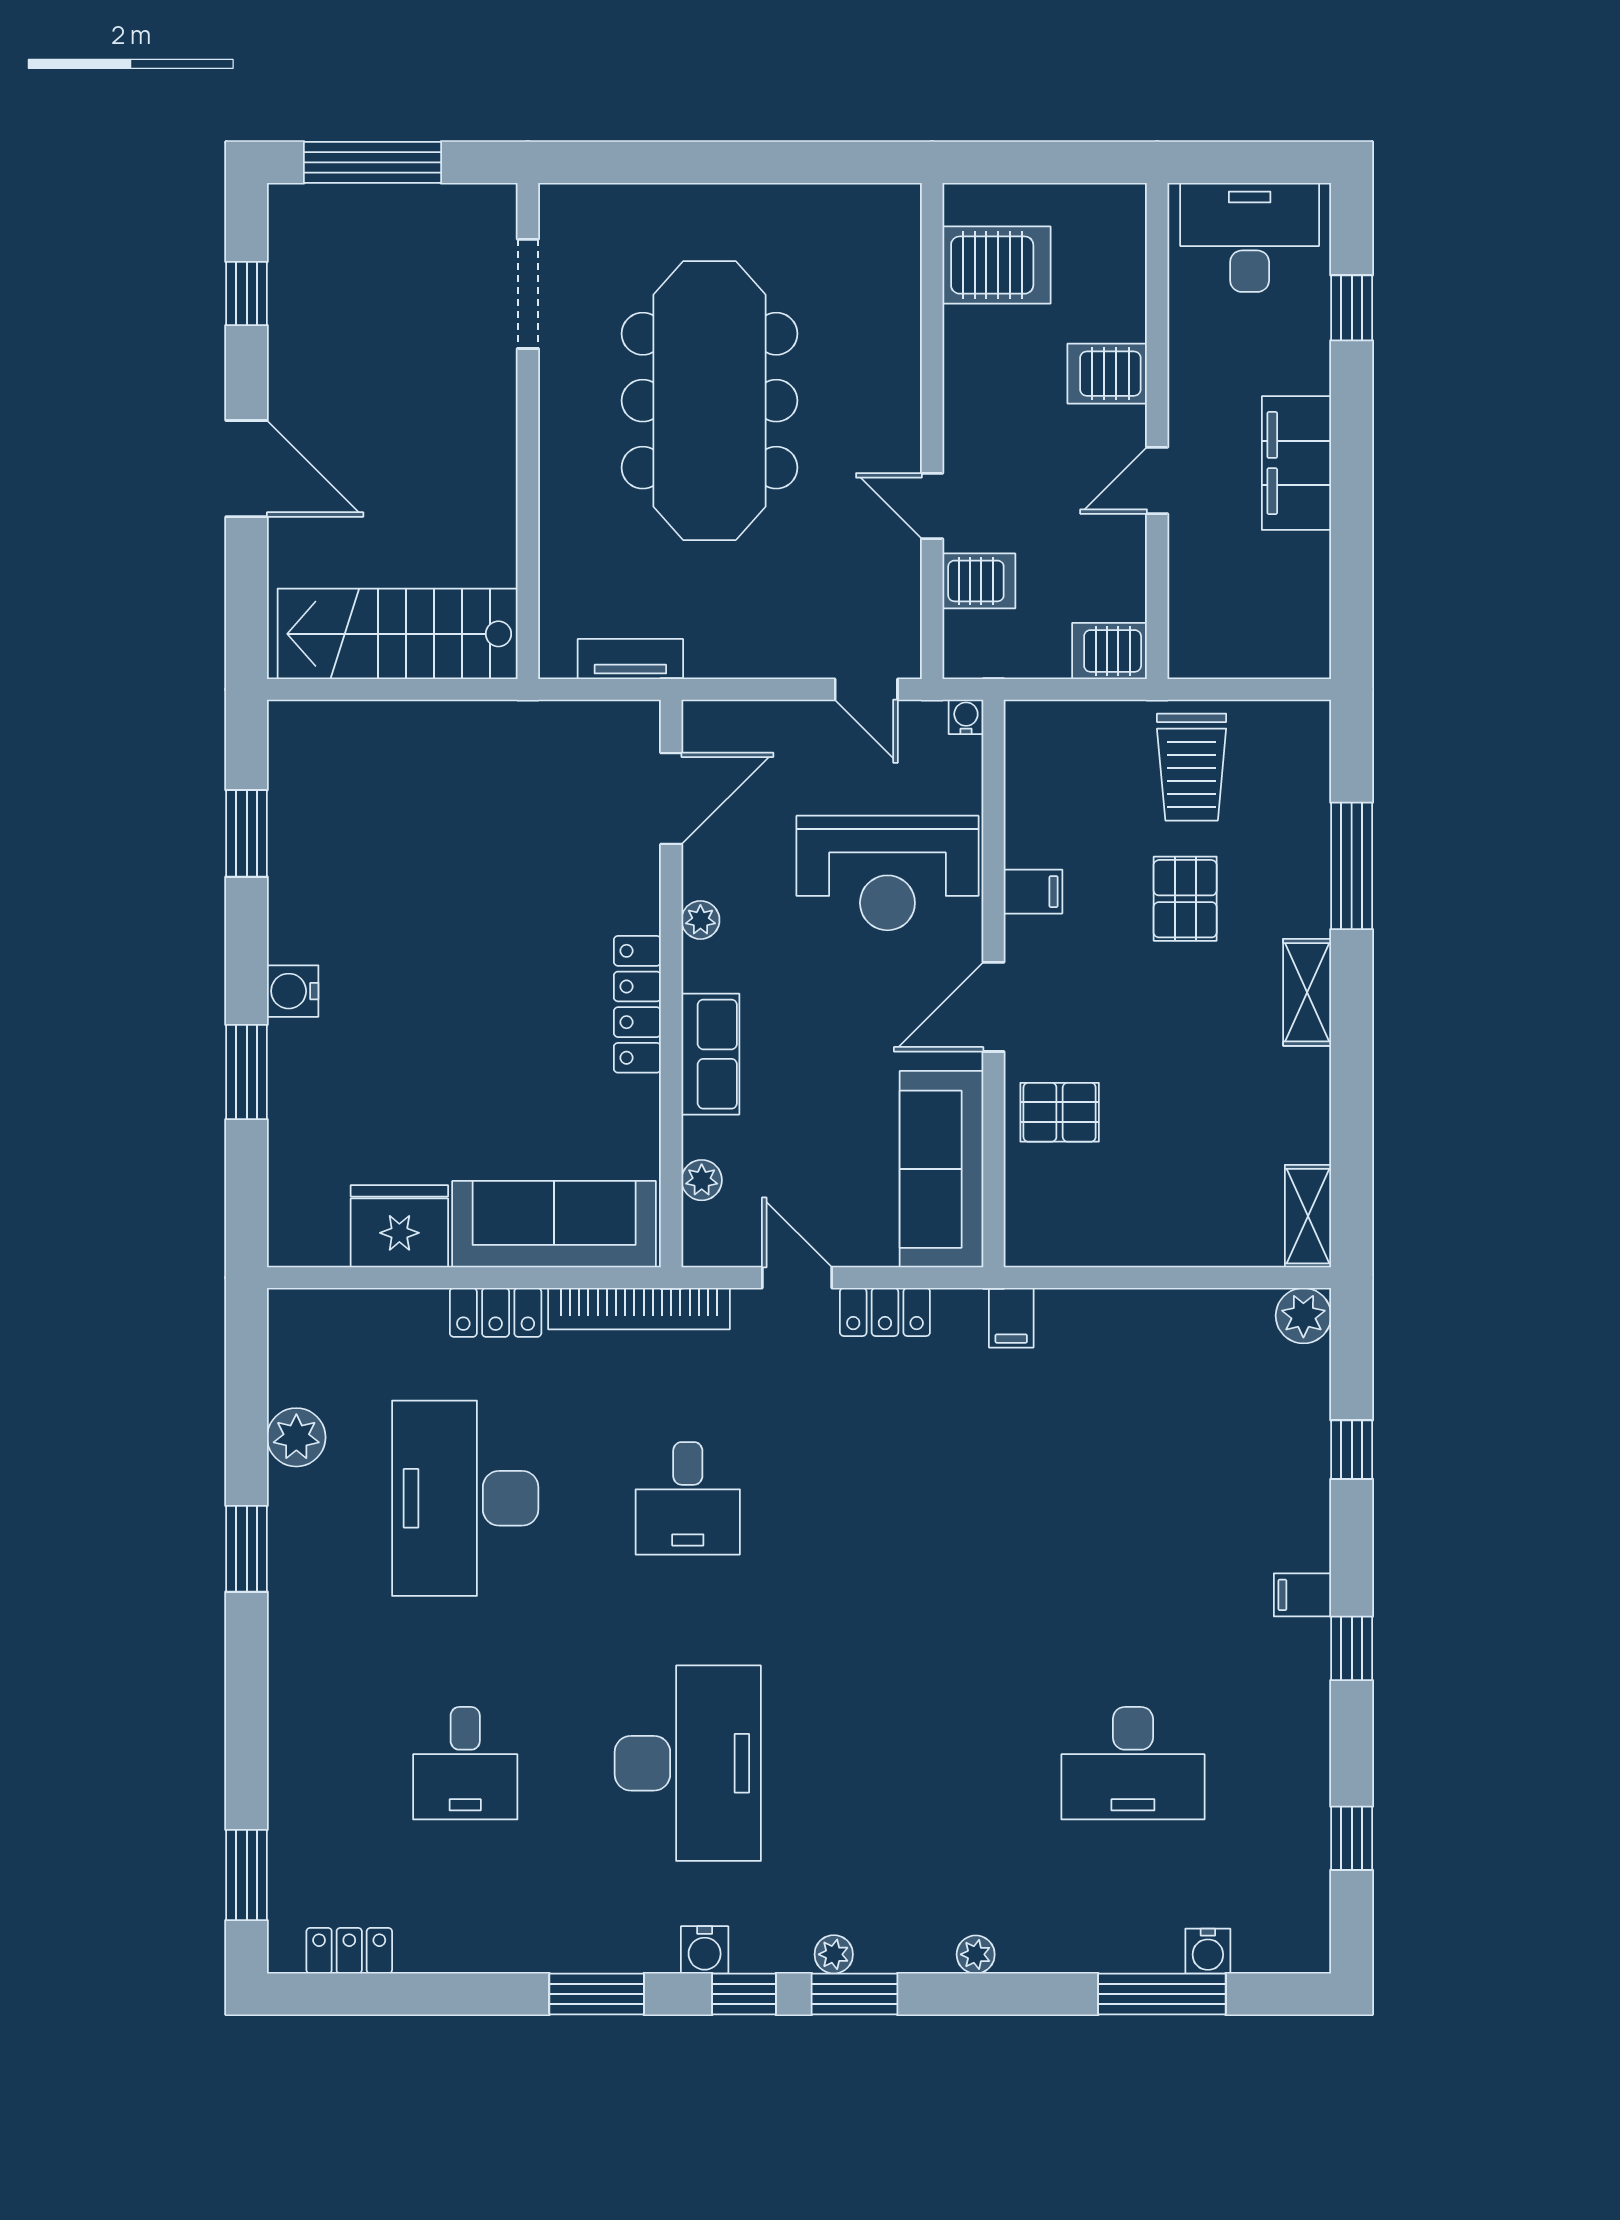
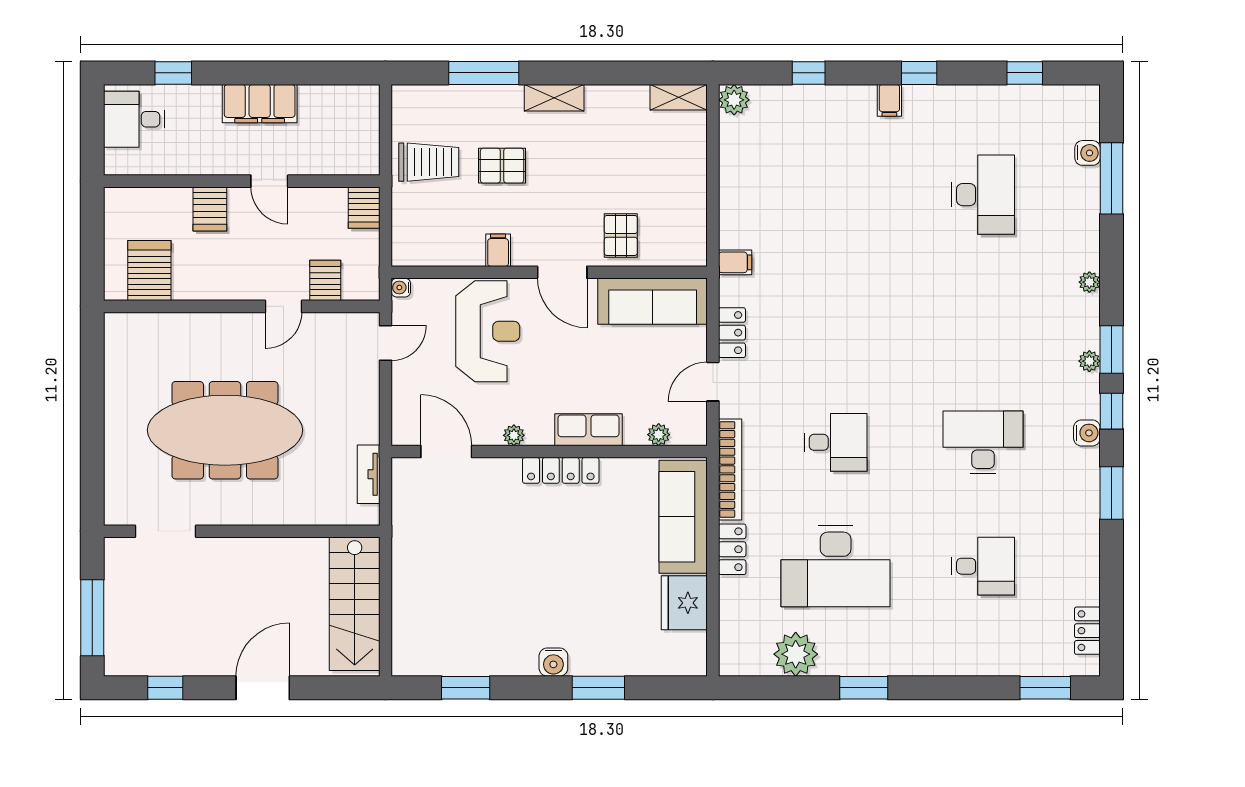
desk: (1250, 237) -> (134, 119), width x0.73
plant: (296, 1437) -> (796, 654), width x1.36, depth x1.36
desk: (688, 1763) -> (983, 442), width x0.73, depth x0.77

